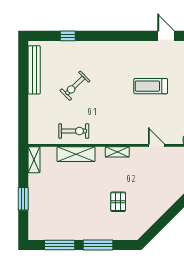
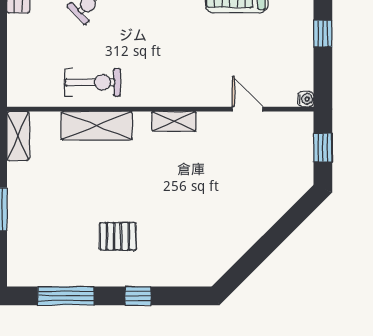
pallet: (118, 202) -> (118, 236), moved, turned 90
window: (98, 245) -> (138, 296), width x0.46

